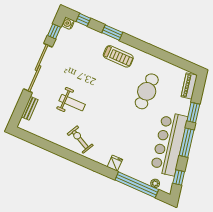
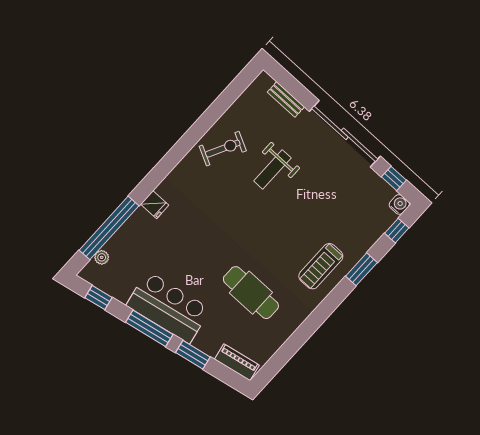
exercise bike: (80, 140) -> (223, 149), moved
bar counter: (169, 144) -> (168, 307), width x0.73

